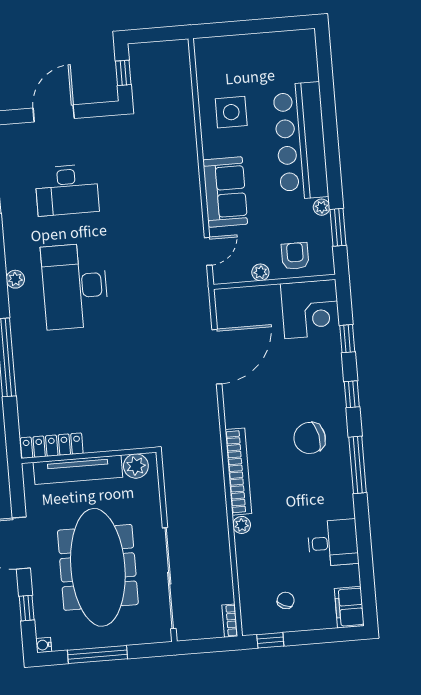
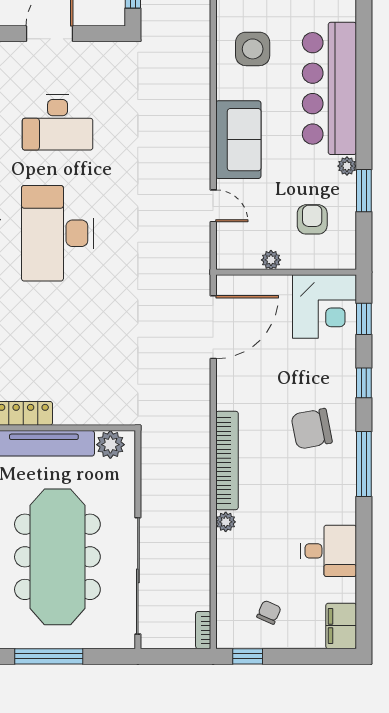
door: (208, 251) -> (213, 206), hinge flipped
plant: (260, 272) -> (271, 260), moved
wall: (274, 282) -> (286, 272), moved
corner desk: (310, 309) -> (324, 307), moved

